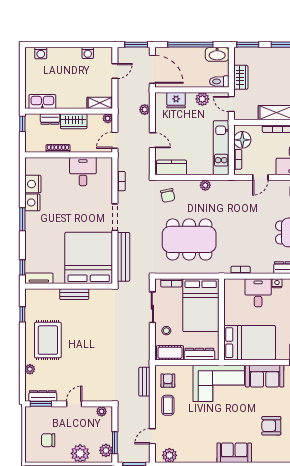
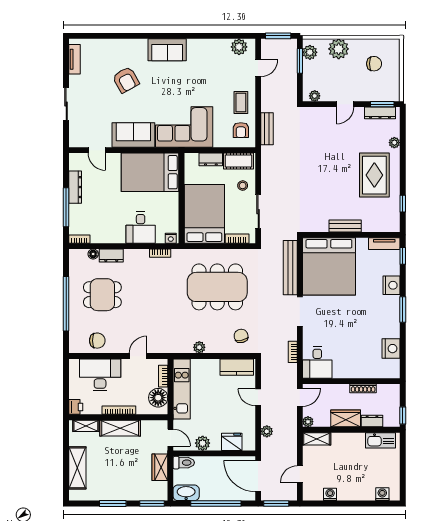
desk: (83, 172) -> (317, 362), moved
nightstand: (32, 202) -> (392, 285), moved
nightstand: (277, 283) -> (171, 238), moved
dresser: (199, 354) -> (211, 159), width x0.70
armchair: (271, 426) -> (126, 80), turned 61

